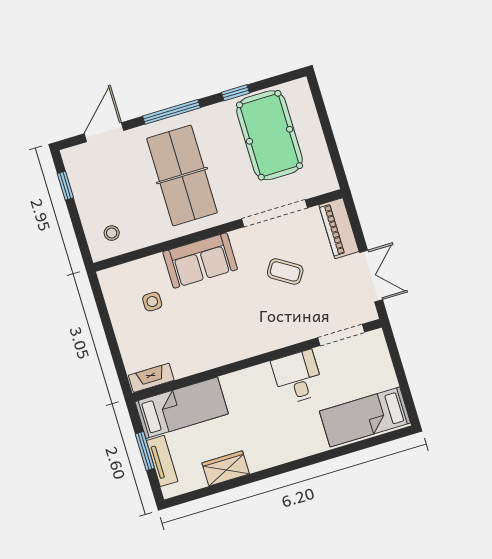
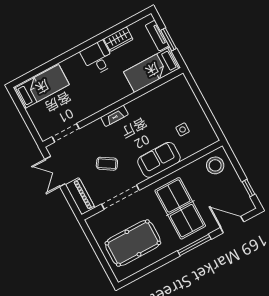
window: (235, 93) -> (158, 264), removed
door: (104, 132) -> (232, 225), swing flipped
pool table: (270, 135) -> (133, 243), turned 90
stool: (112, 233) -> (215, 165), width x1.89, depth x1.89
desk: (298, 377) -> (98, 58), moved, turned 180
fireplace: (151, 378) -> (114, 116), moved

